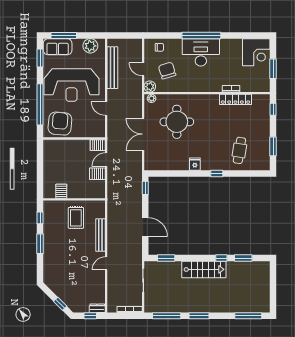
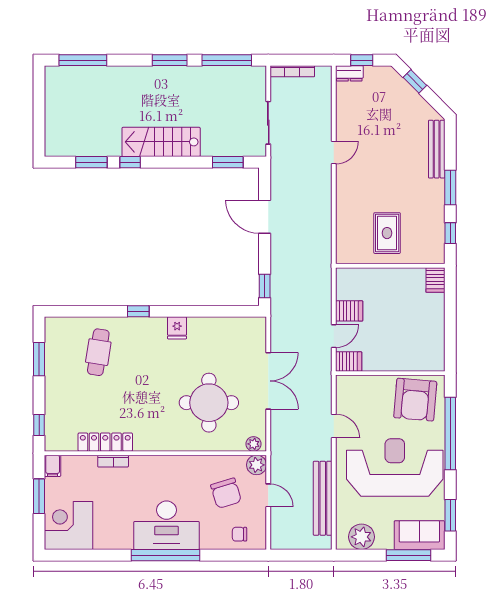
filing cabinet: (265, 86) -> (53, 466), added
server rack: (61, 191) -> (435, 280), moved
bench: (100, 235) -> (437, 149), moved

